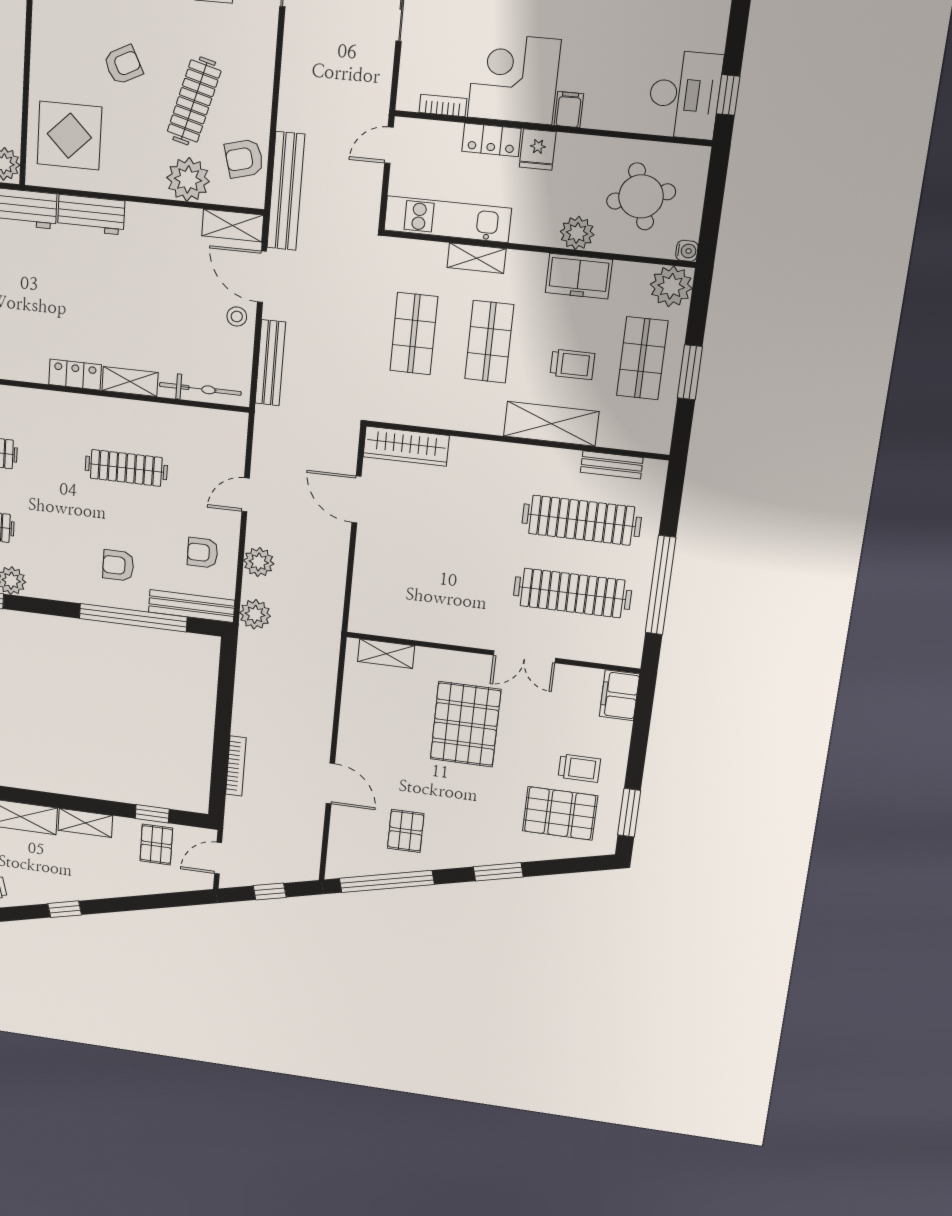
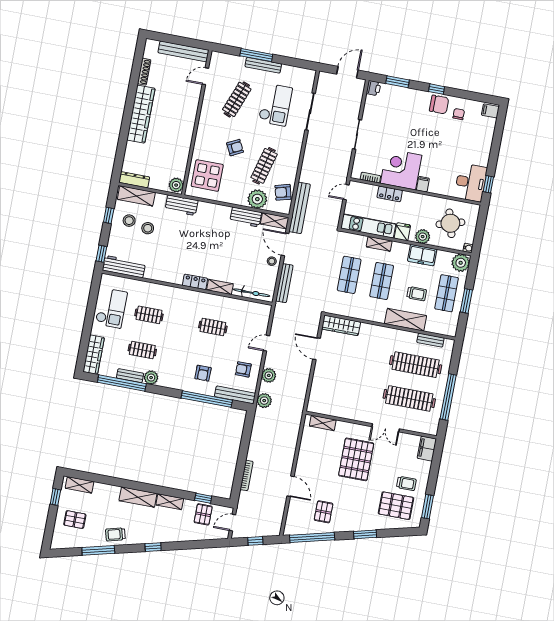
fridge: (538, 150) -> (402, 232), moved, turned 180
workbench: (91, 215) -> (246, 217), moved
clothes rail: (126, 468) -> (213, 327), width x0.73
armchair: (118, 565) -> (203, 373), turned -90

